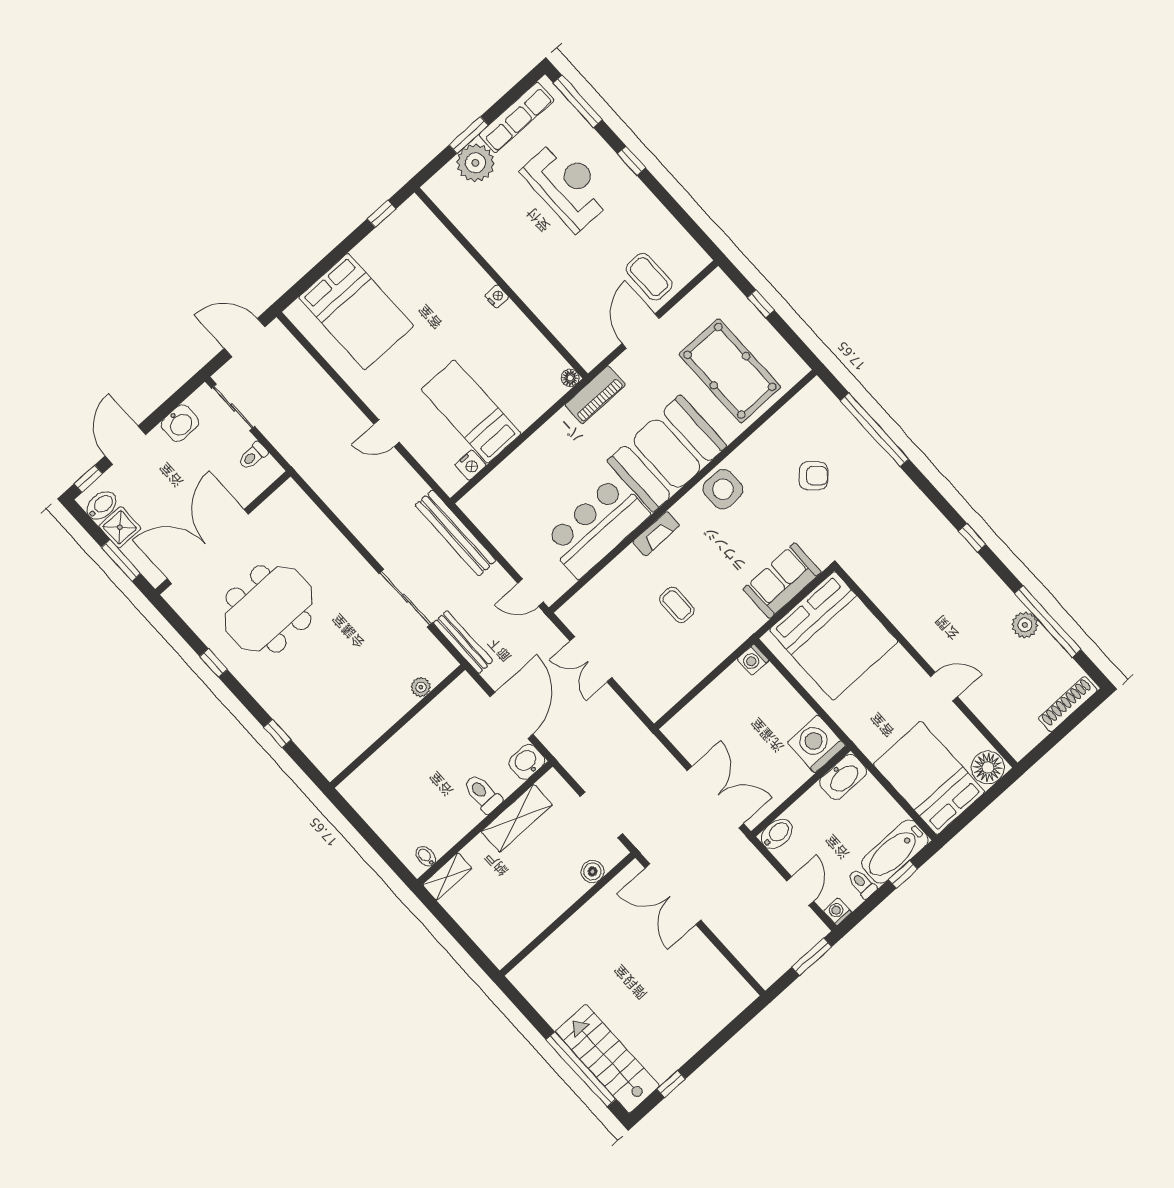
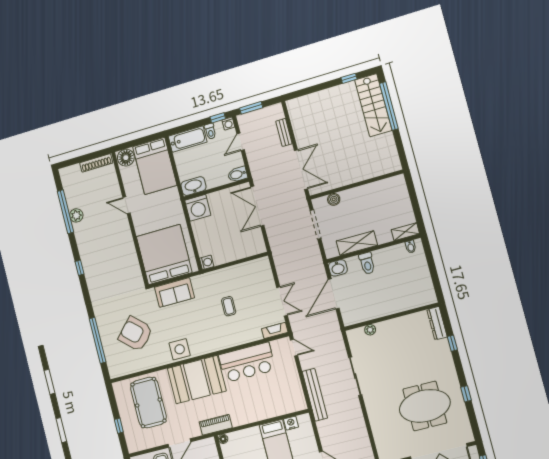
armchair: (813, 476) -> (135, 334), width x1.88, depth x1.88
fireplace: (656, 534) -> (275, 330), moved
bench: (463, 642) -> (284, 132), moved, width x0.73
shoe rack: (1068, 704) -> (96, 163), moved
dresser: (319, 753) -> (437, 323), added
window: (903, 874) -> (218, 118), moved

